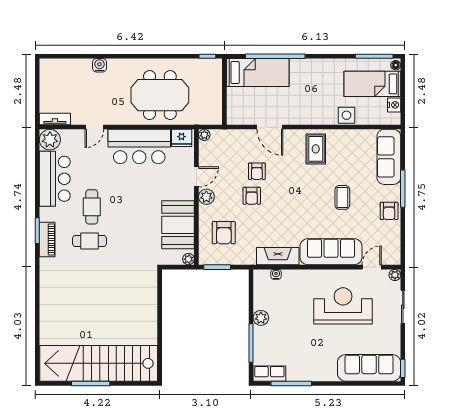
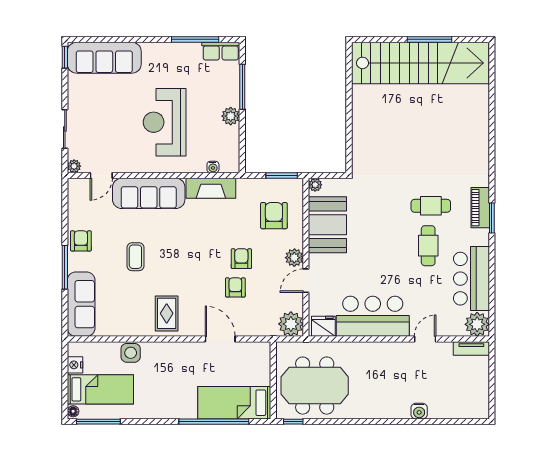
meeting table: (160, 95) -> (315, 386), moved
plant: (204, 135) -> (291, 324), width x1.88, depth x1.88
reception desk: (343, 306) -> (165, 122), moved, turned 90

